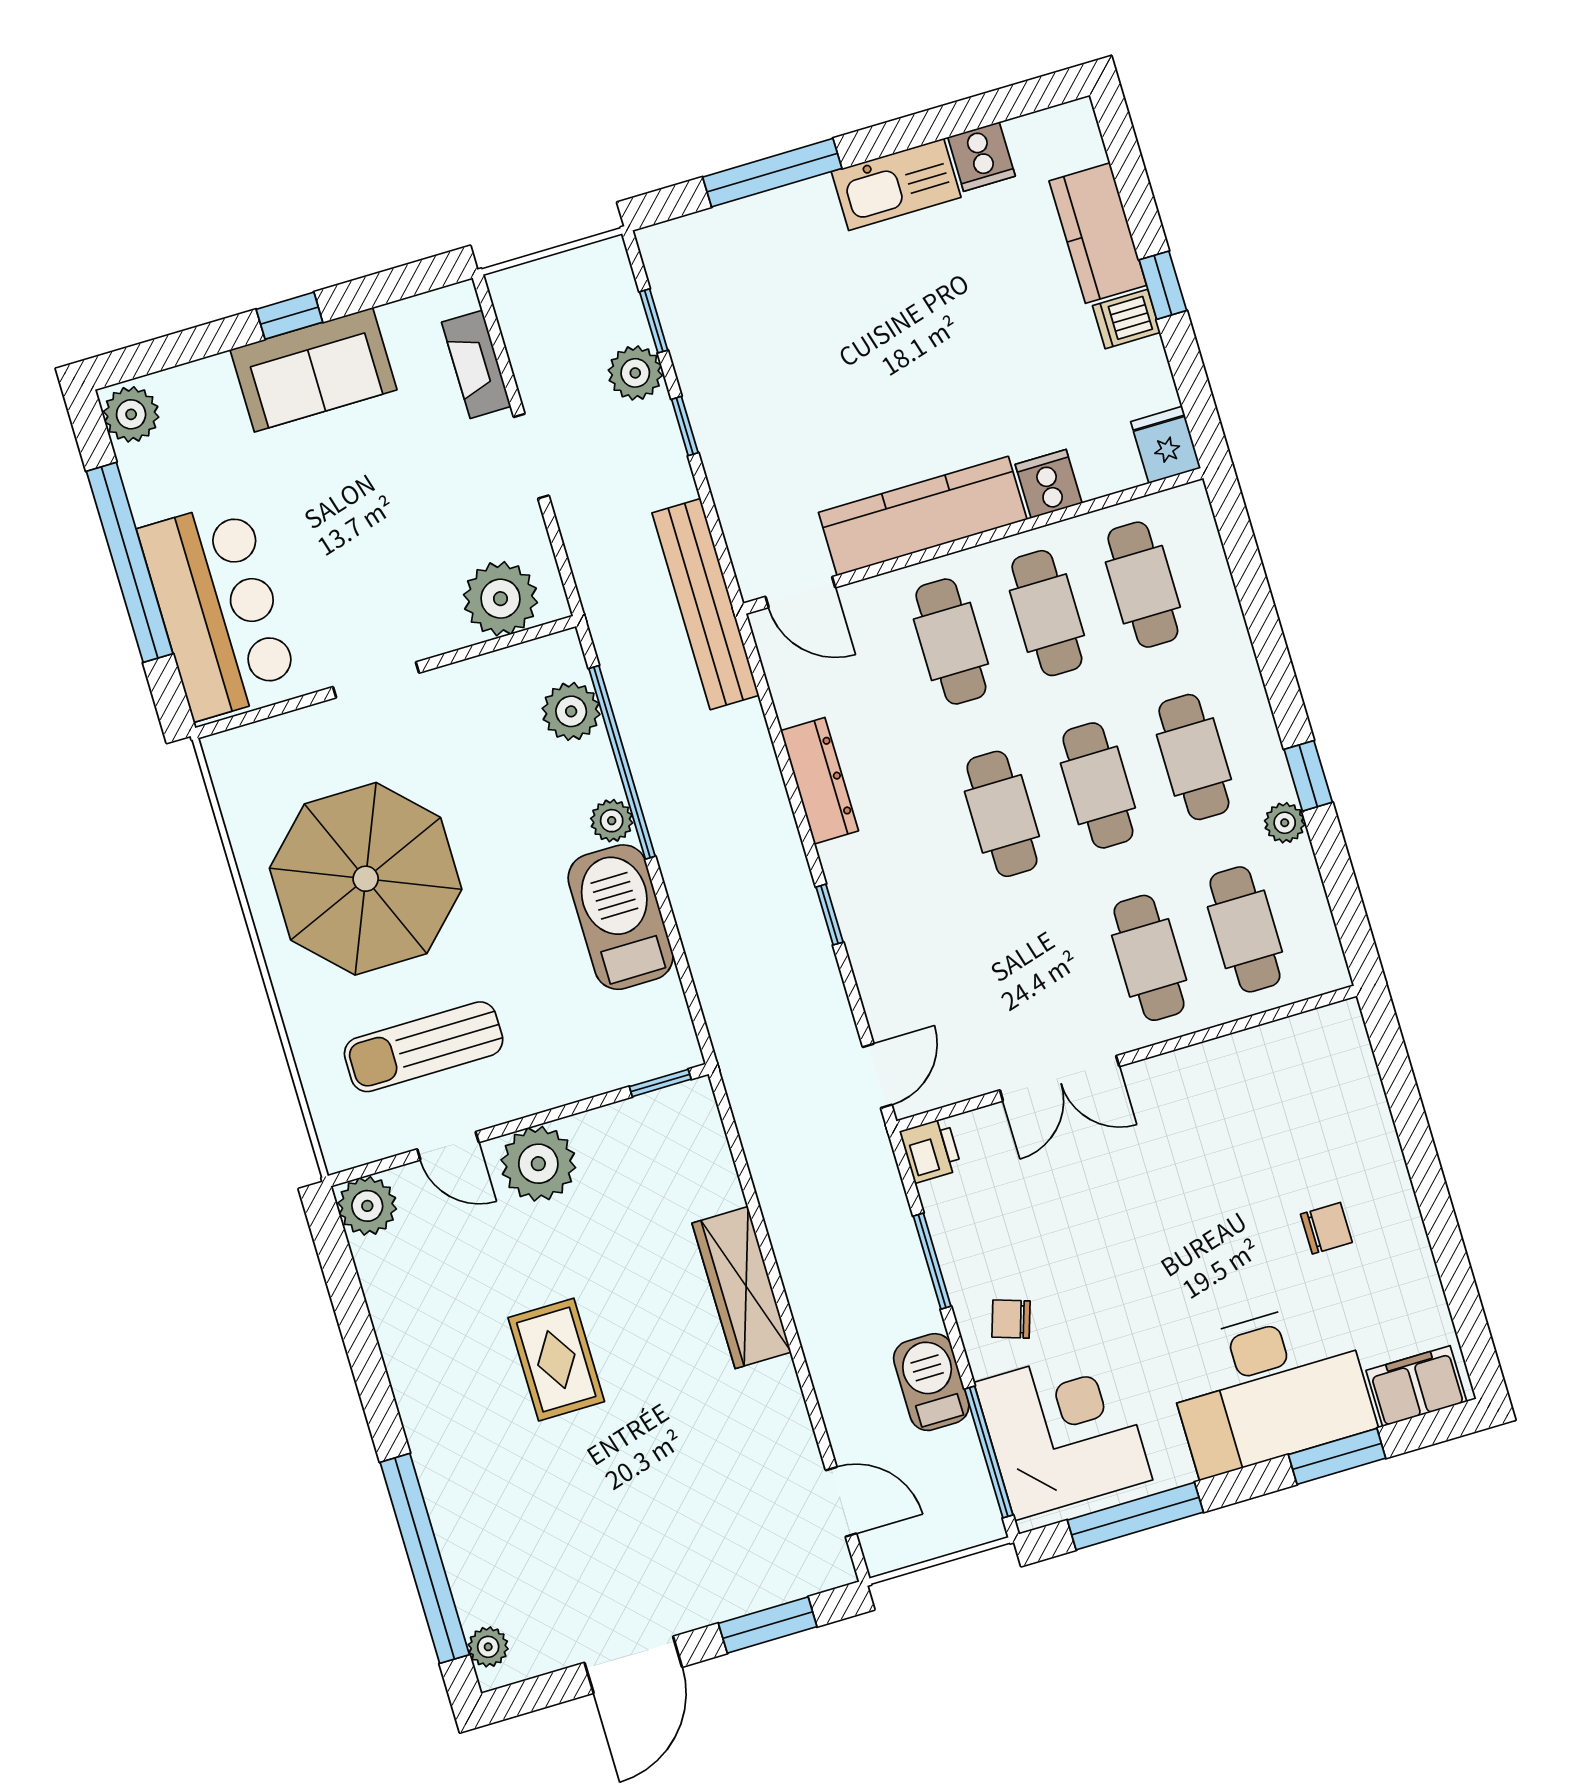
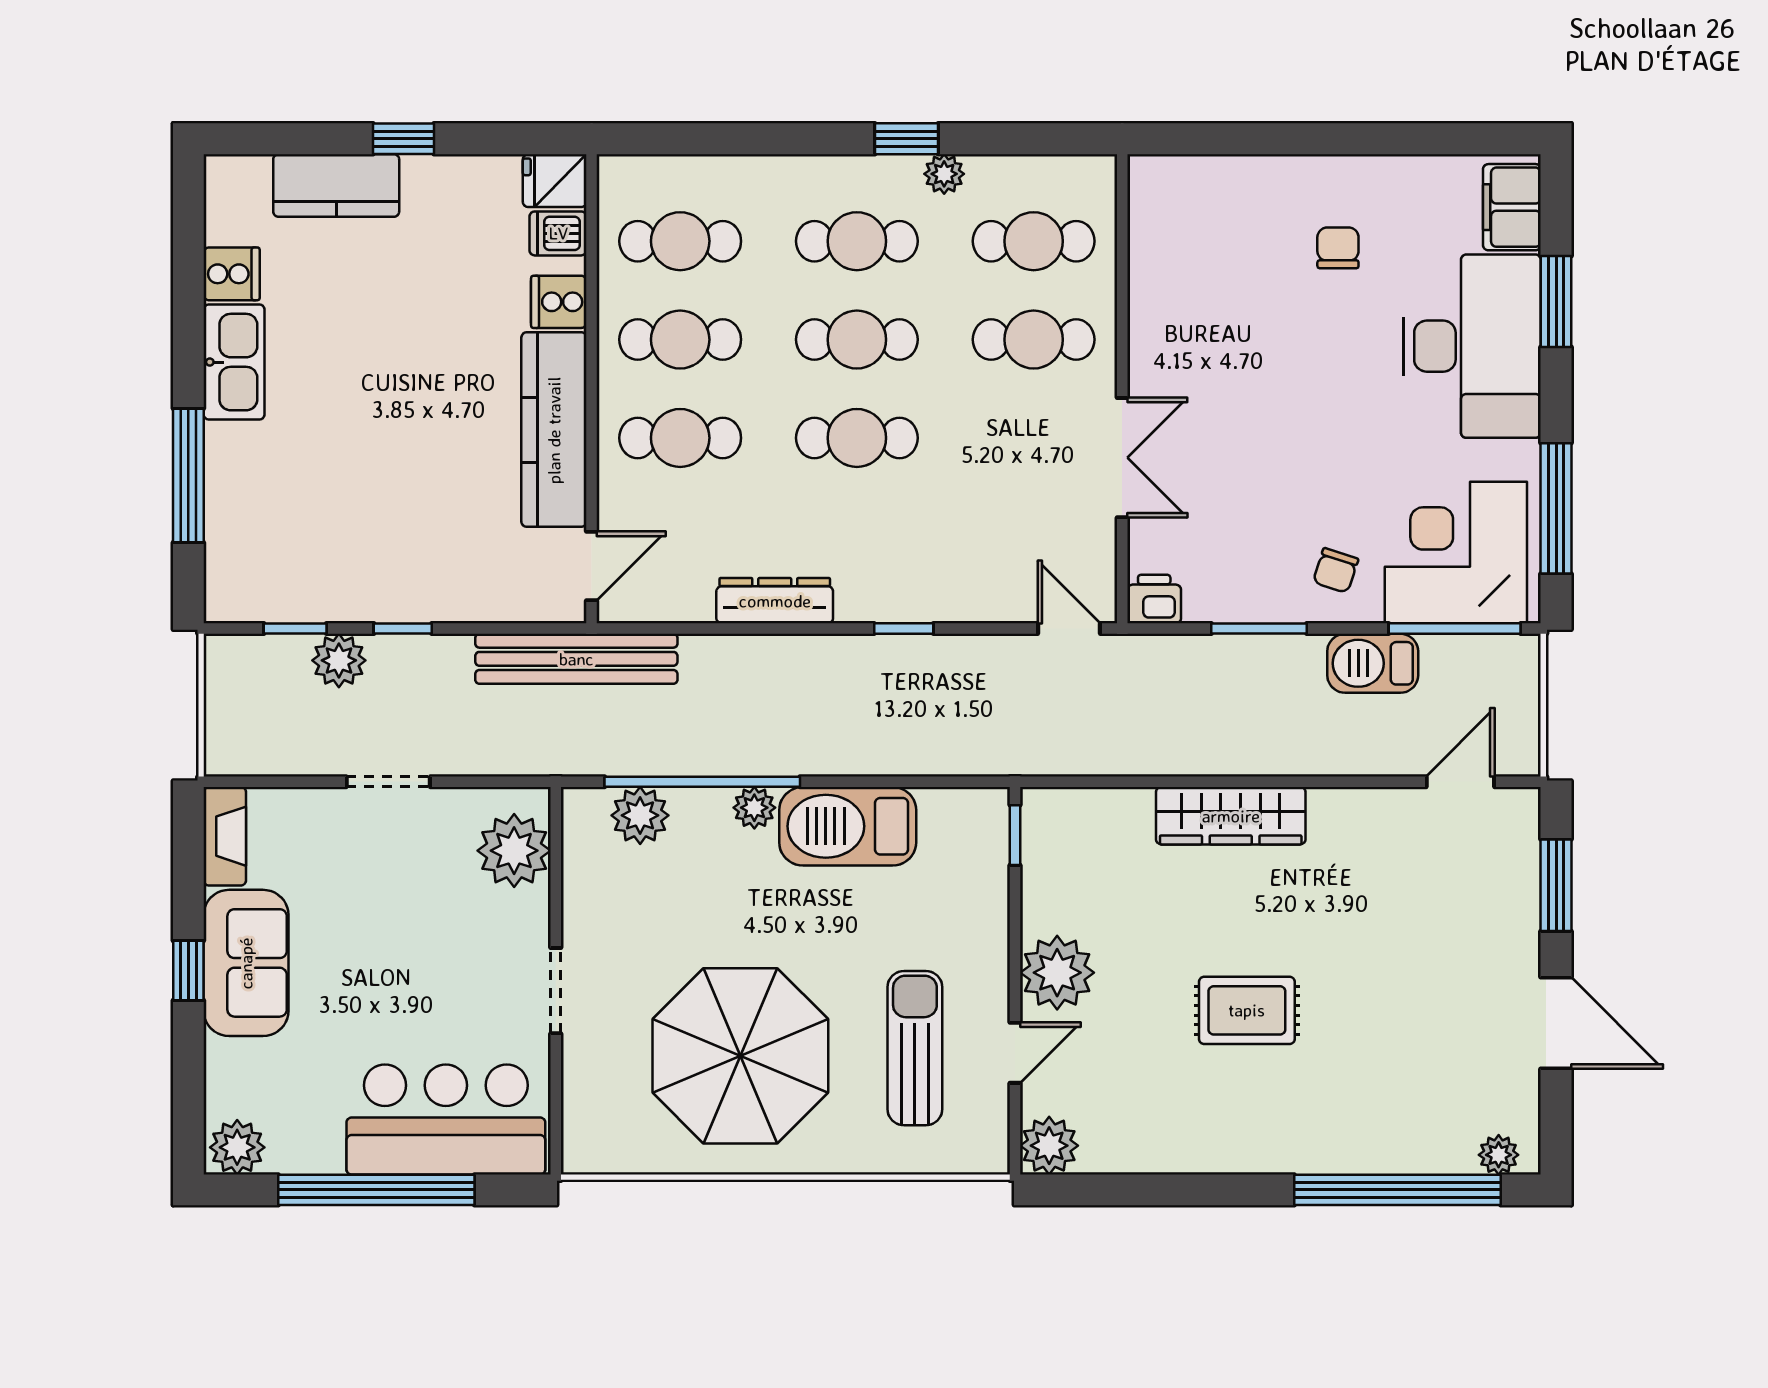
dishwasher: (1126, 319) -> (558, 233), moved, turned 90
fireplace: (476, 364) -> (225, 836), moved, turned -90
sun lounger: (424, 1047) -> (915, 1048), turned 180

